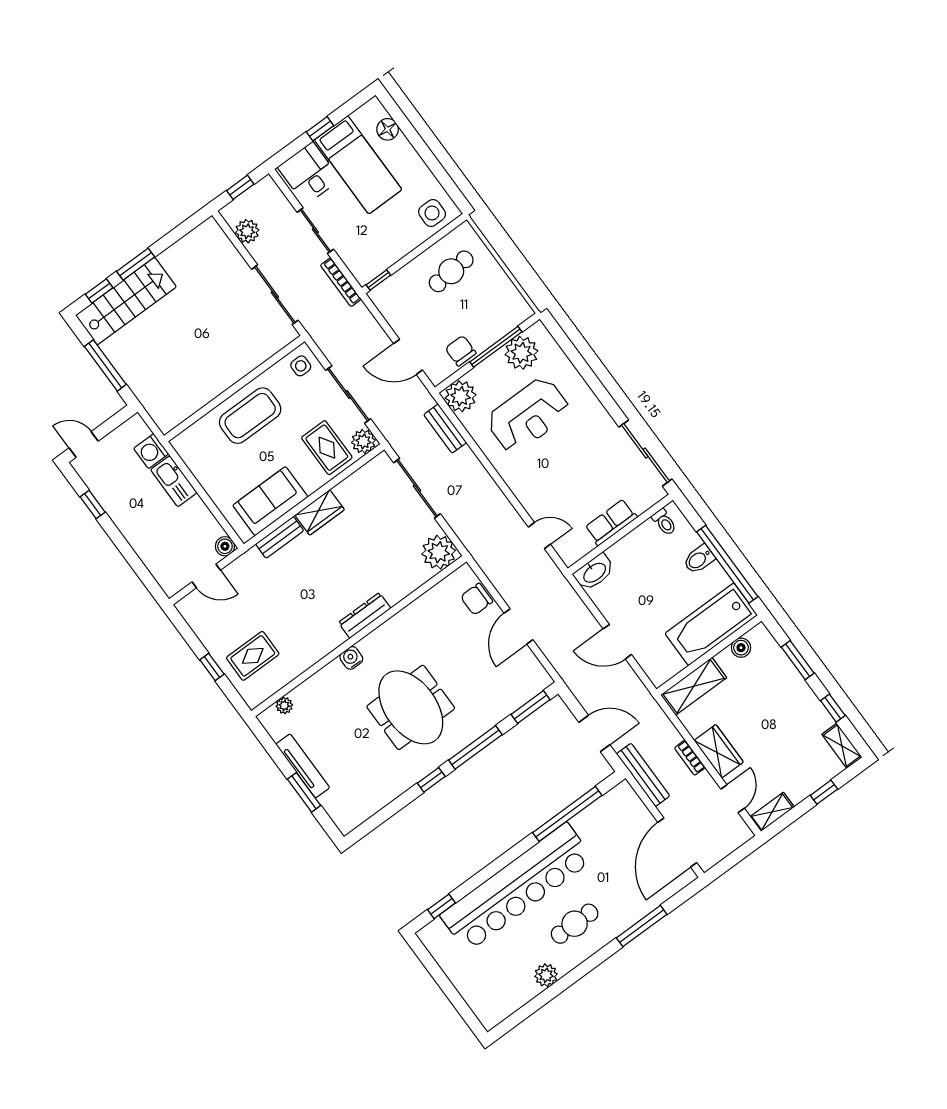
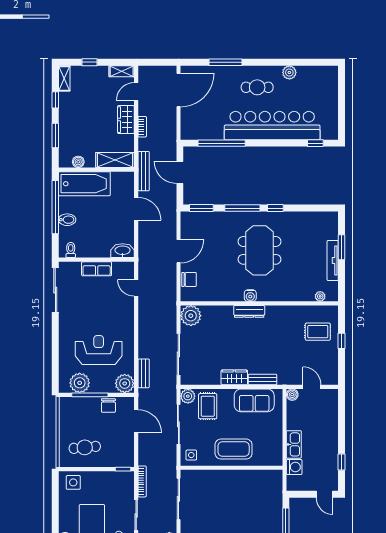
water cooler: (351, 658) -> (250, 296), moved
bench: (643, 775) -> (144, 171), moved

